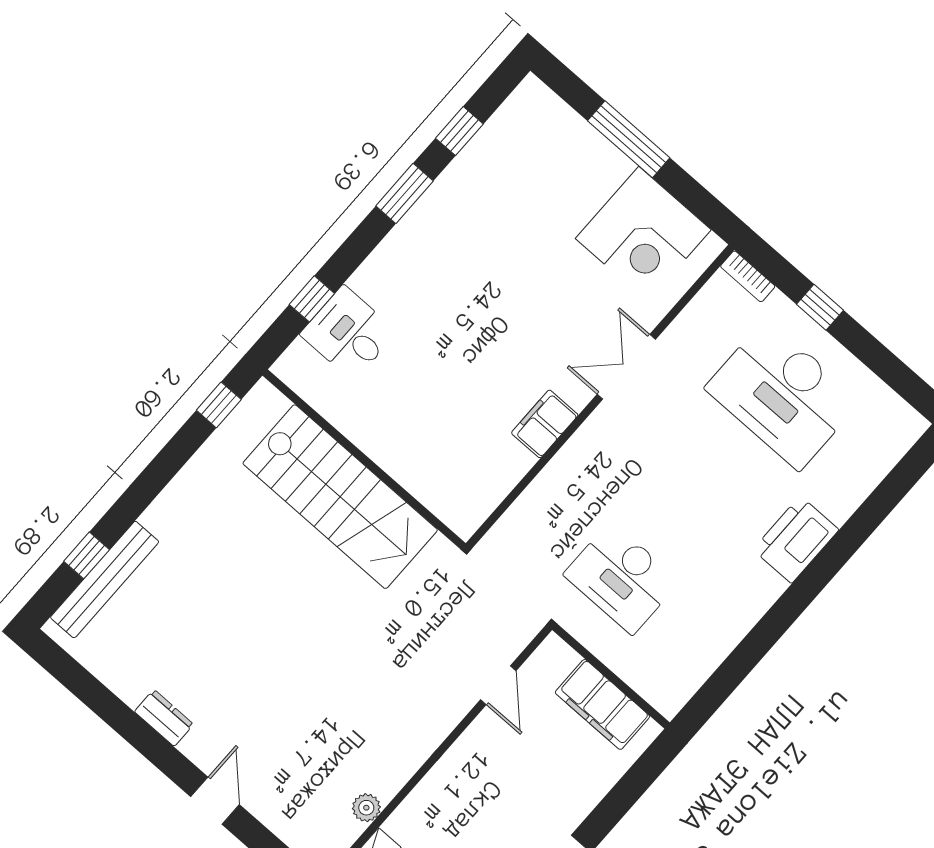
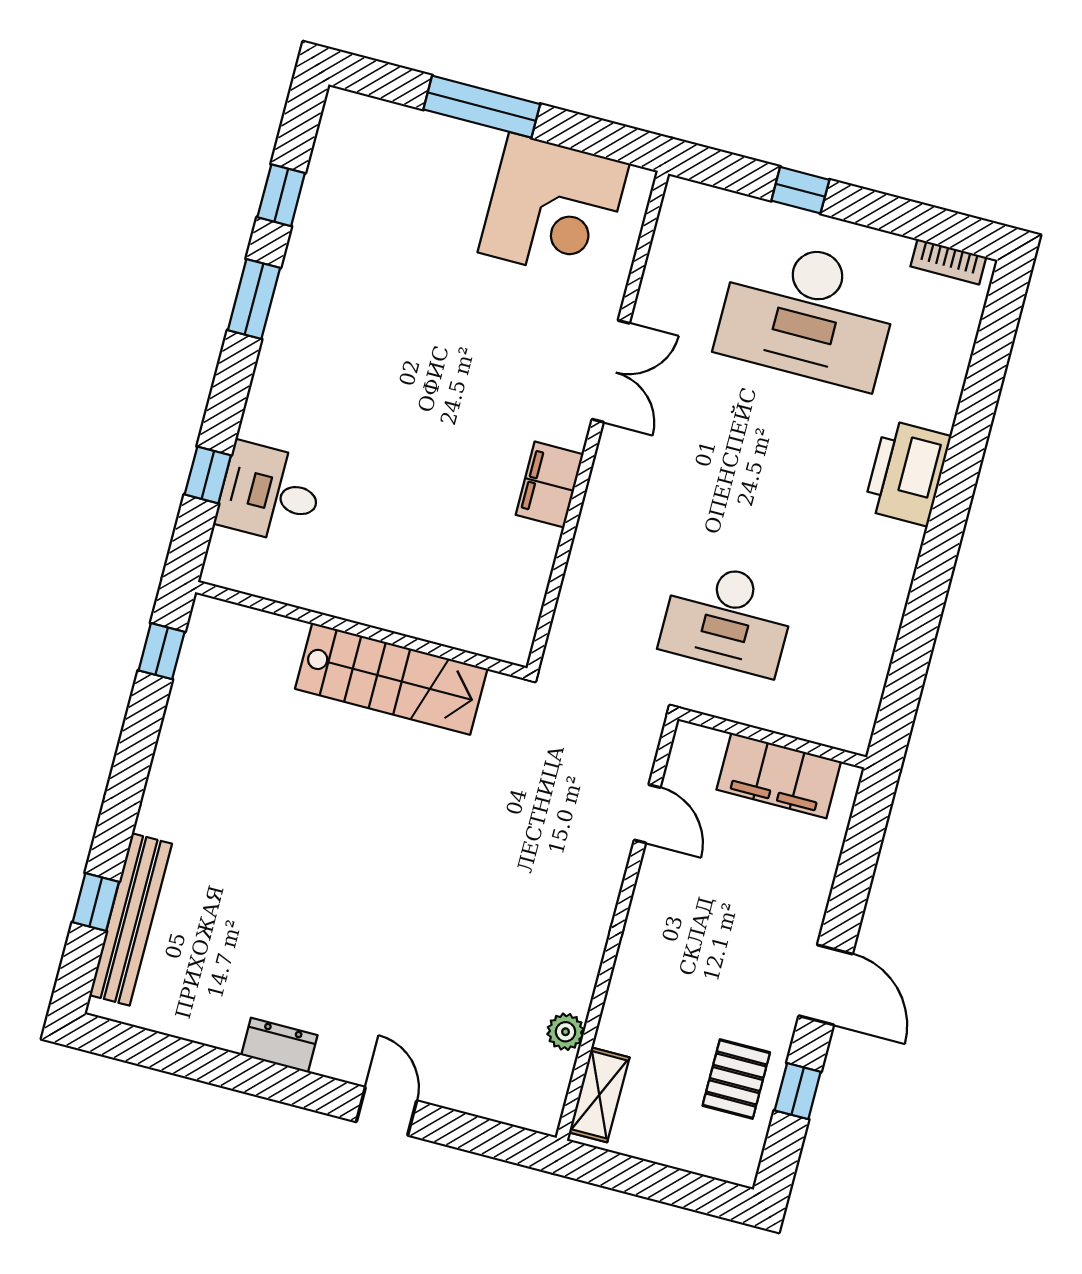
bookcase: (748, 276) -> (948, 262), moved
double door: (626, 367) -> (611, 371), swing flipped
stairs: (340, 497) -> (391, 679), width x0.73, depth x0.66

